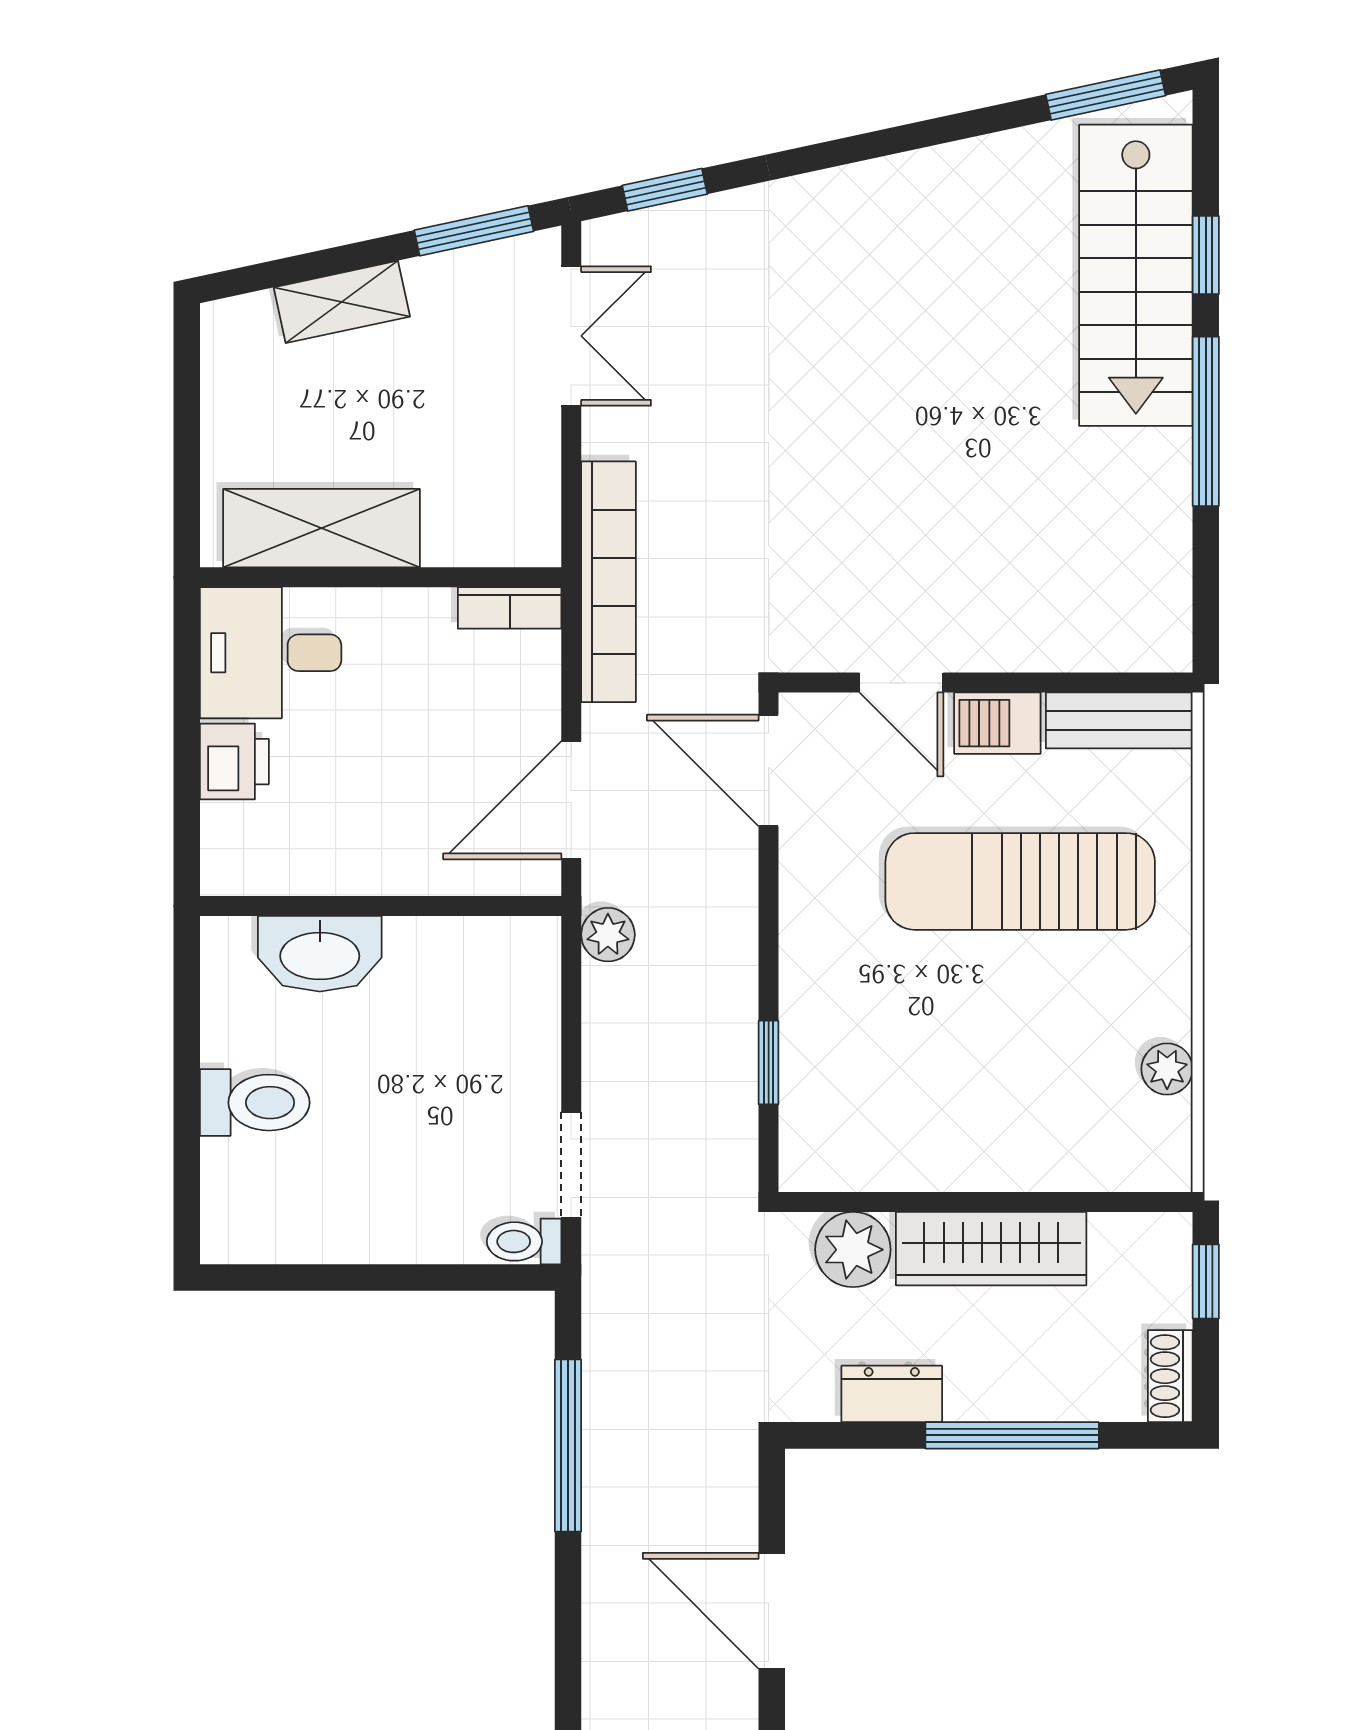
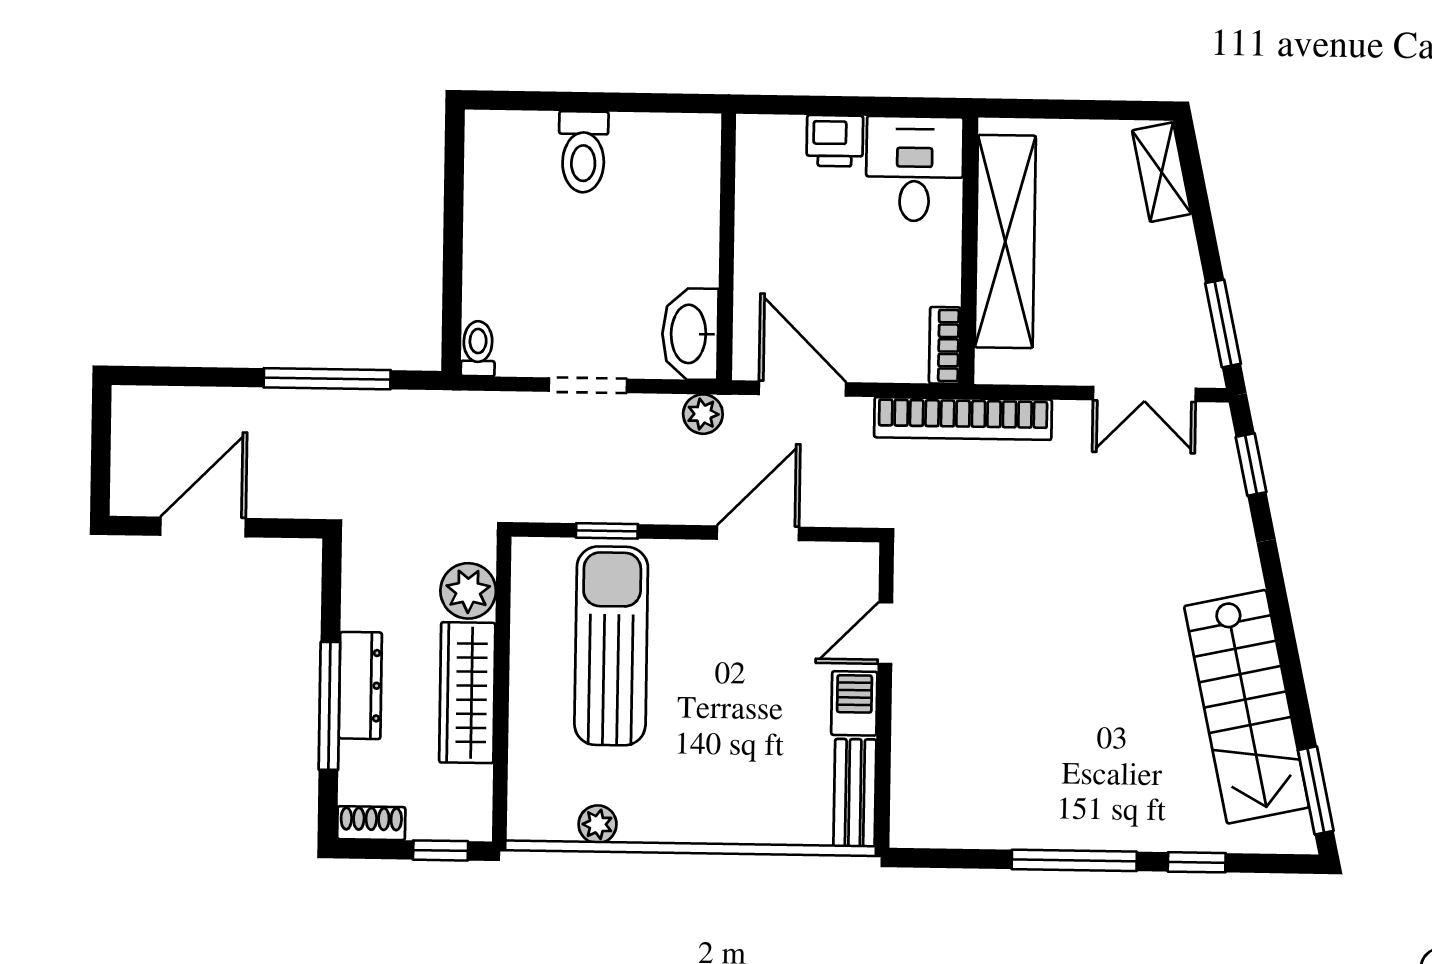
stairs: (1136, 275) -> (1247, 707), moved, turned -102
shelving: (342, 302) -> (1162, 172), moved
shelving: (321, 528) -> (1005, 242), width x1.47
door: (769, 771) -> (758, 533), moved
sun lounger: (1020, 881) -> (611, 646), moved
washbasin: (320, 954) -> (690, 334), moved
doorway: (571, 1165) -> (588, 385), moved
dresser: (892, 1394) -> (360, 685), moved, width x1.44

